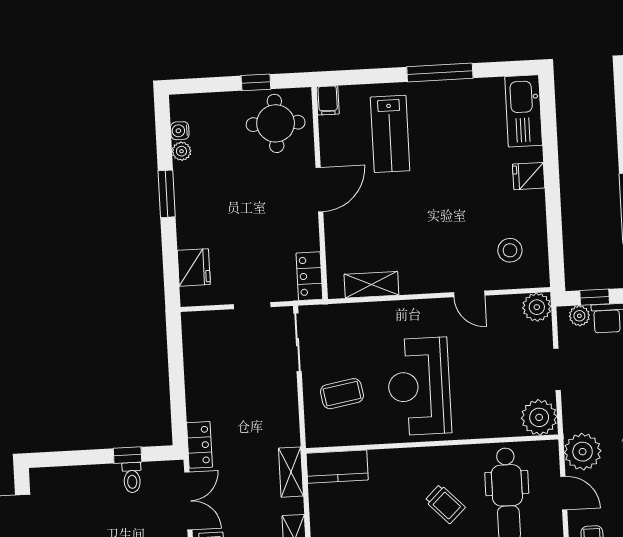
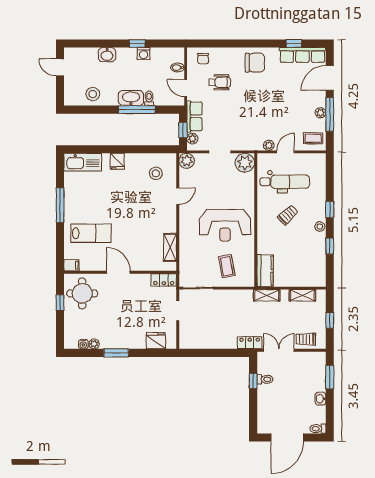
plant: (583, 452) -> (269, 145), width x0.53, depth x0.53

